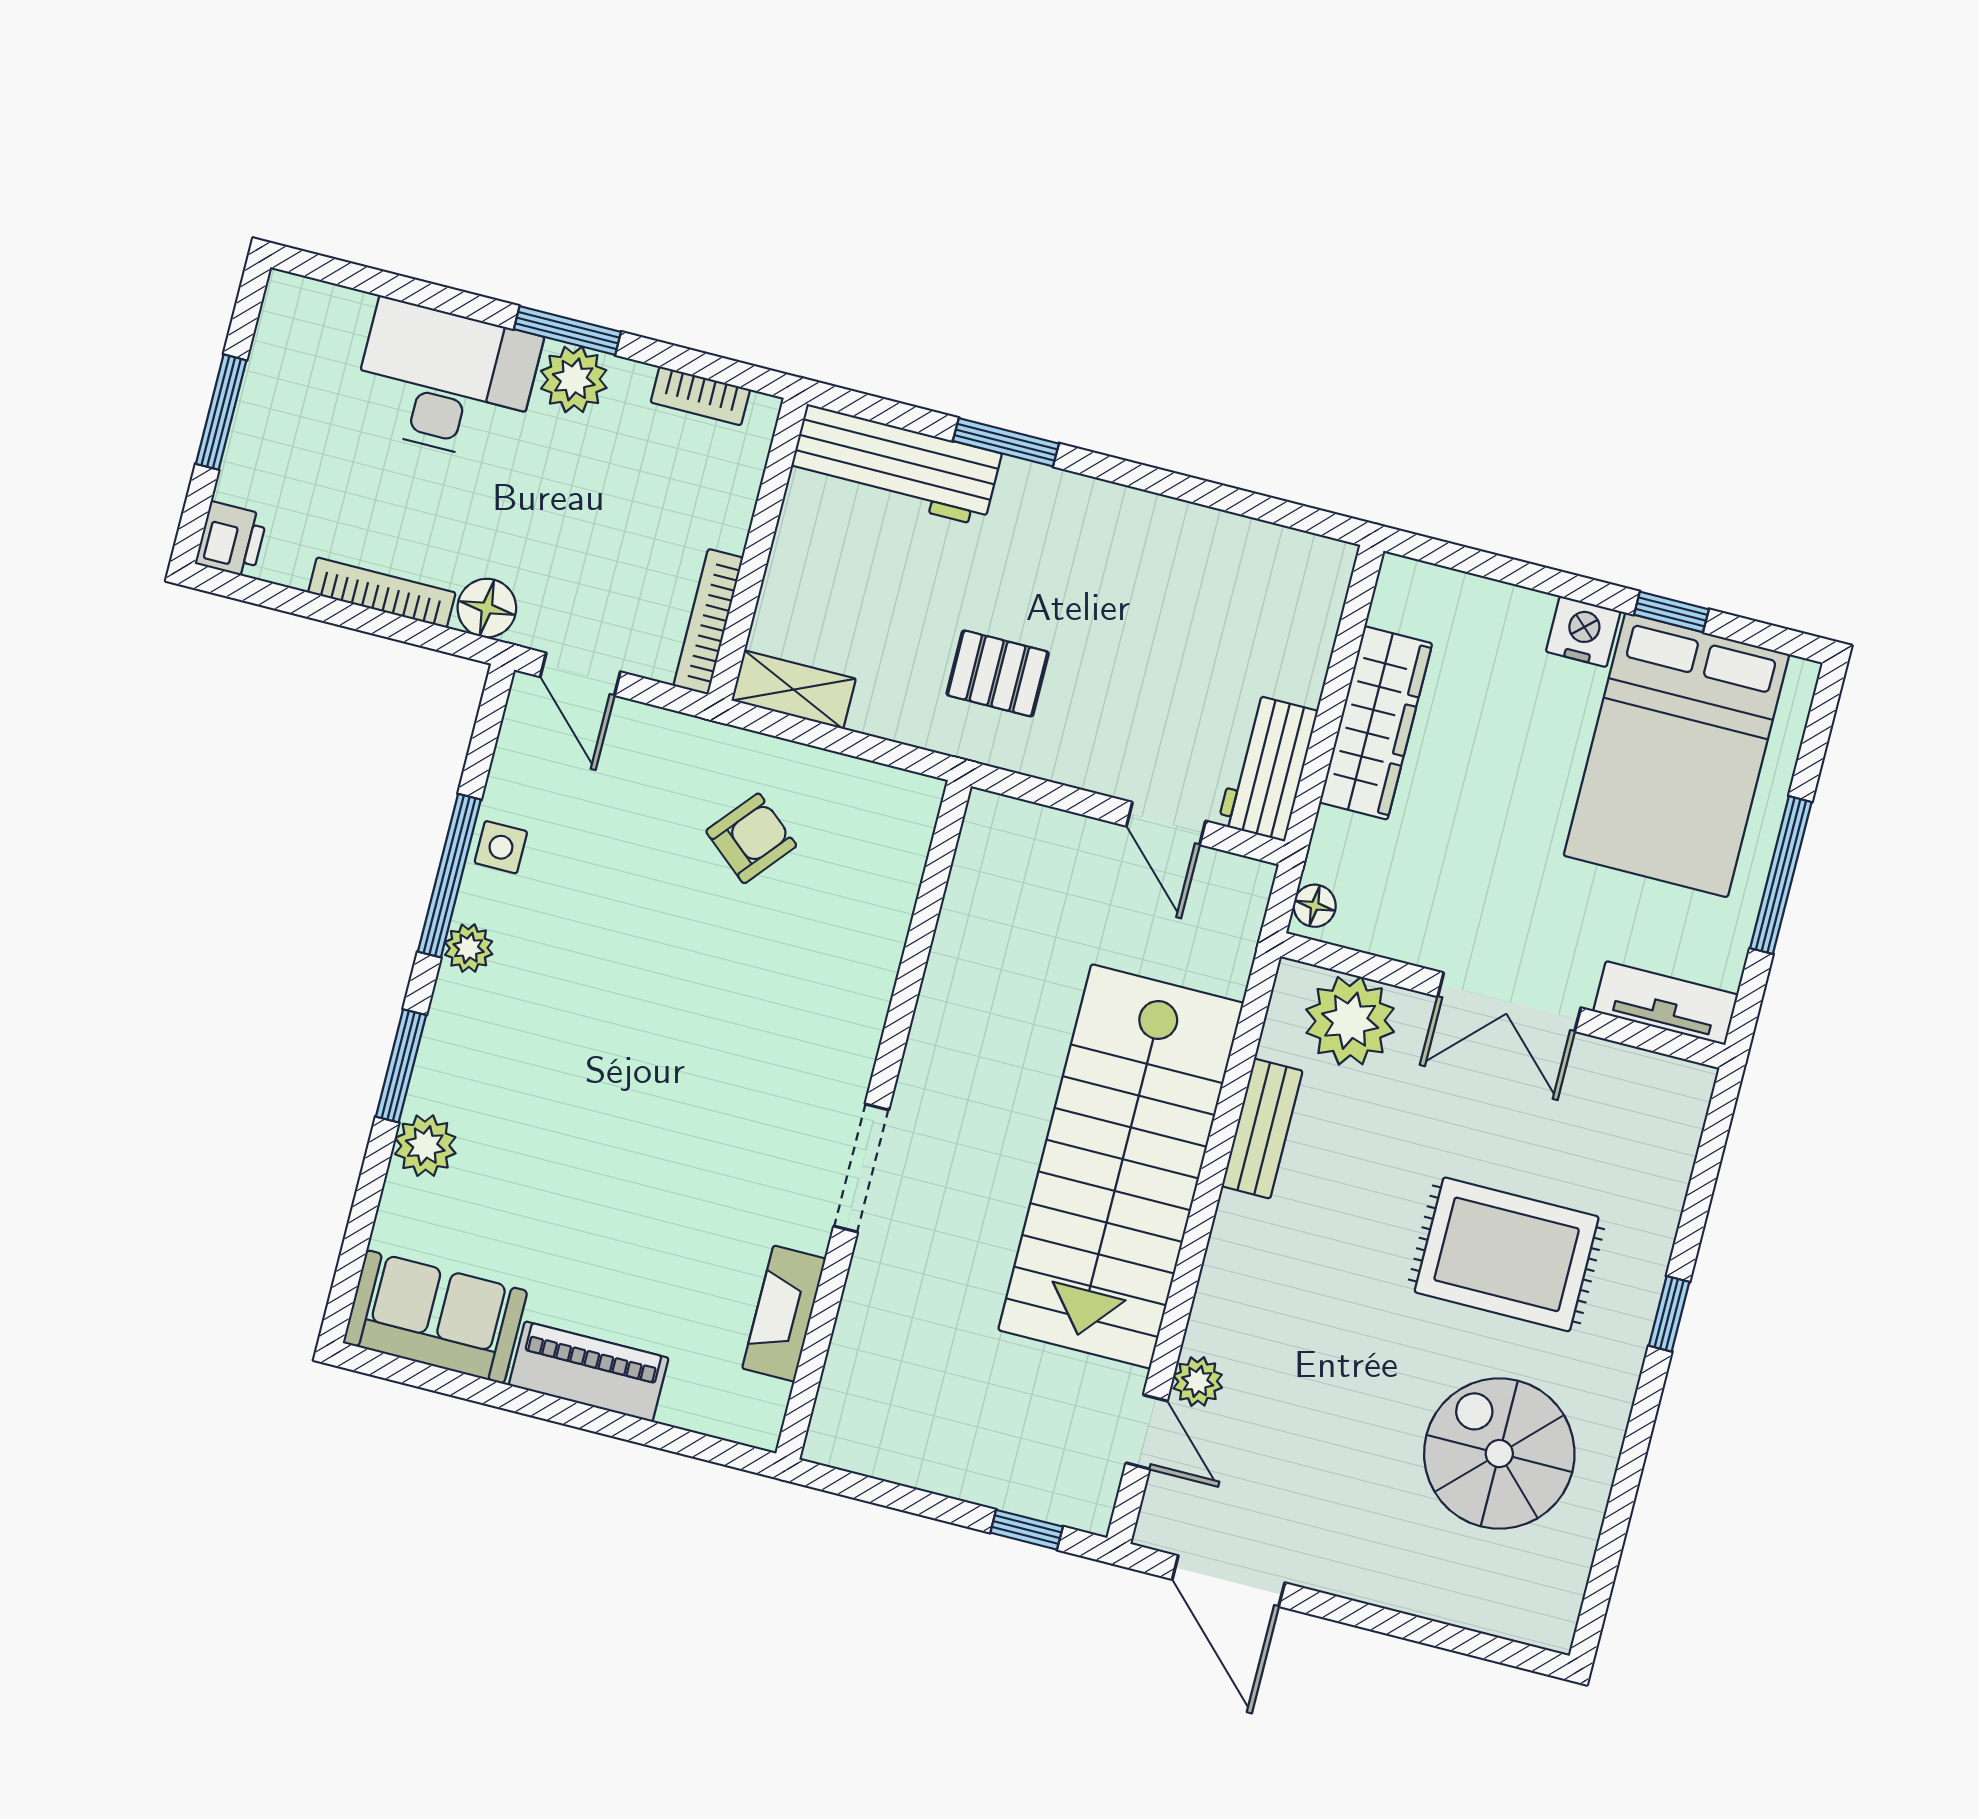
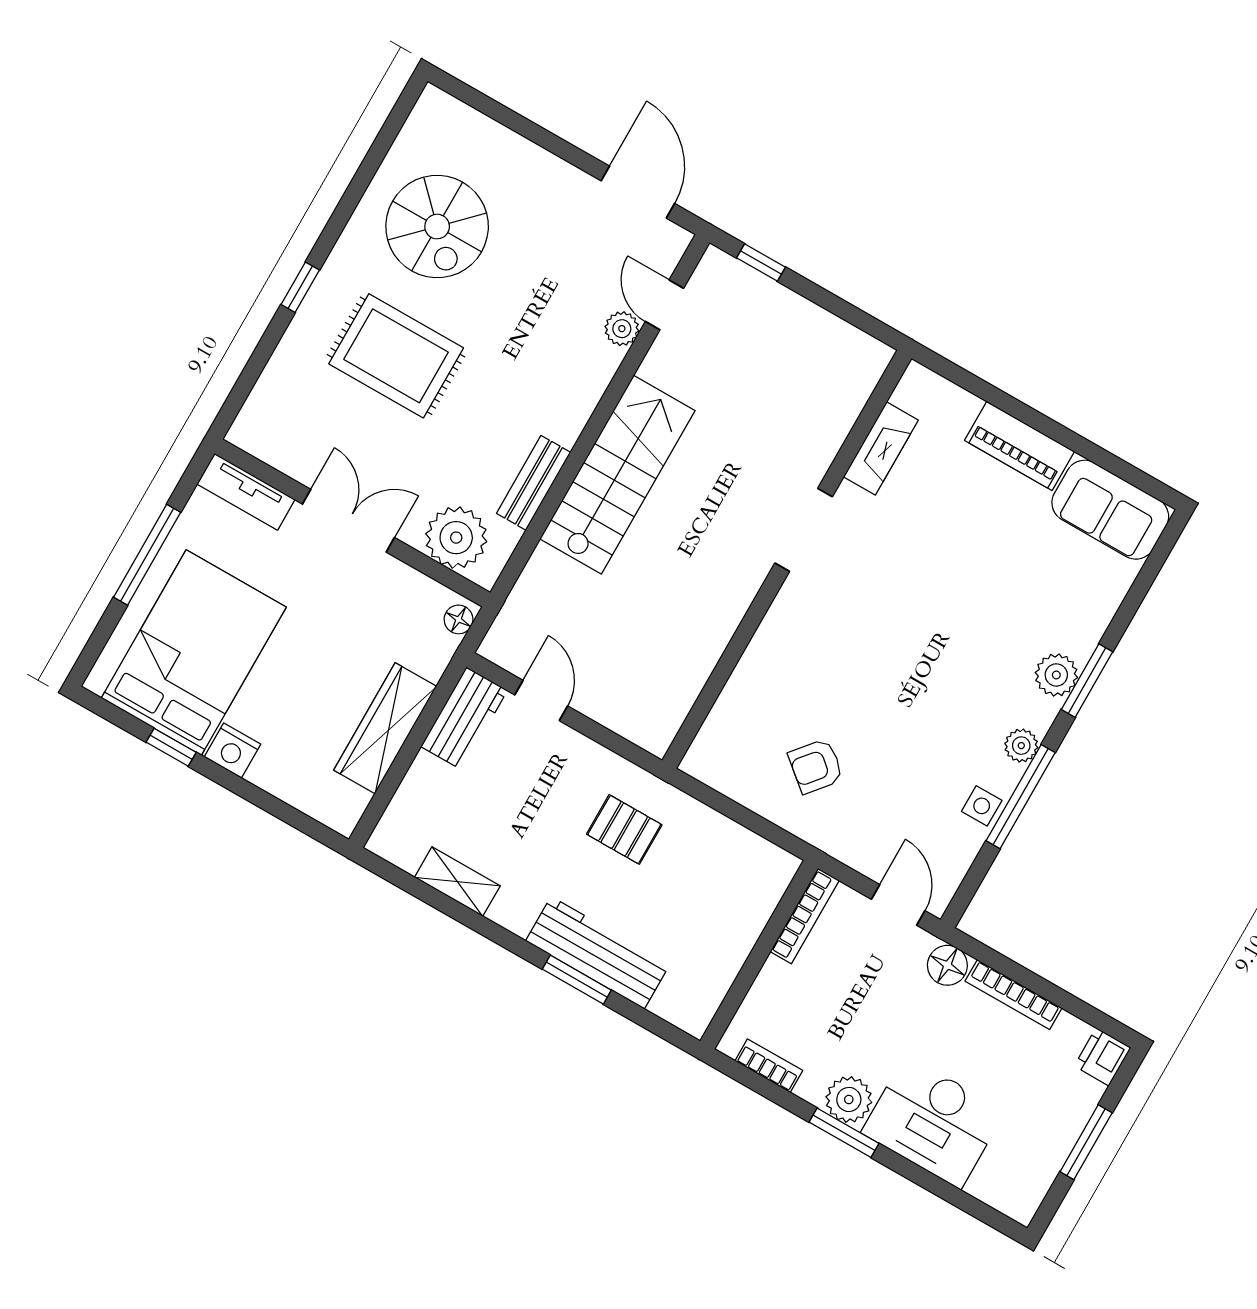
workbench: (895, 465) -> (598, 953), moved
shelving: (794, 690) -> (457, 882), moved
plant: (425, 1146) -> (1056, 675), moved
stairs: (1121, 1166) -> (617, 475), width x0.73, depth x0.66

